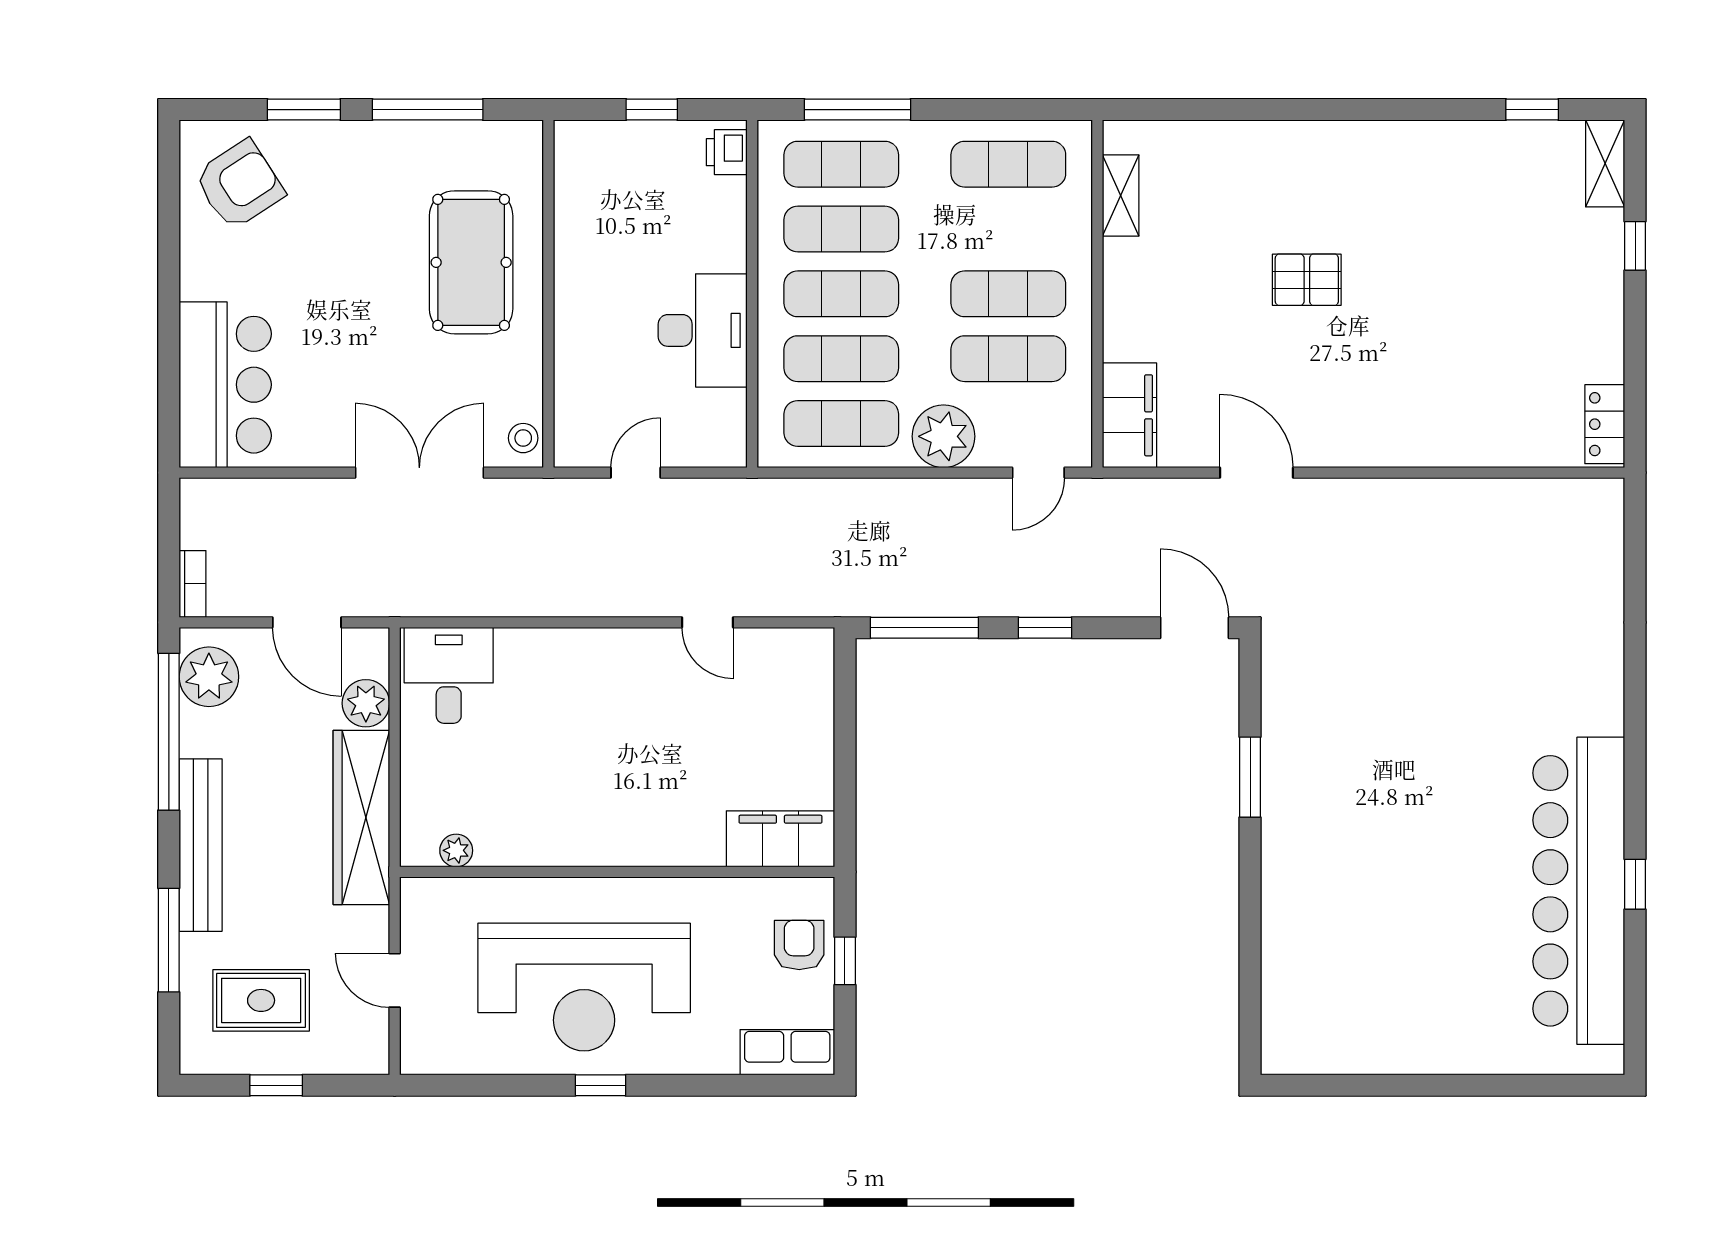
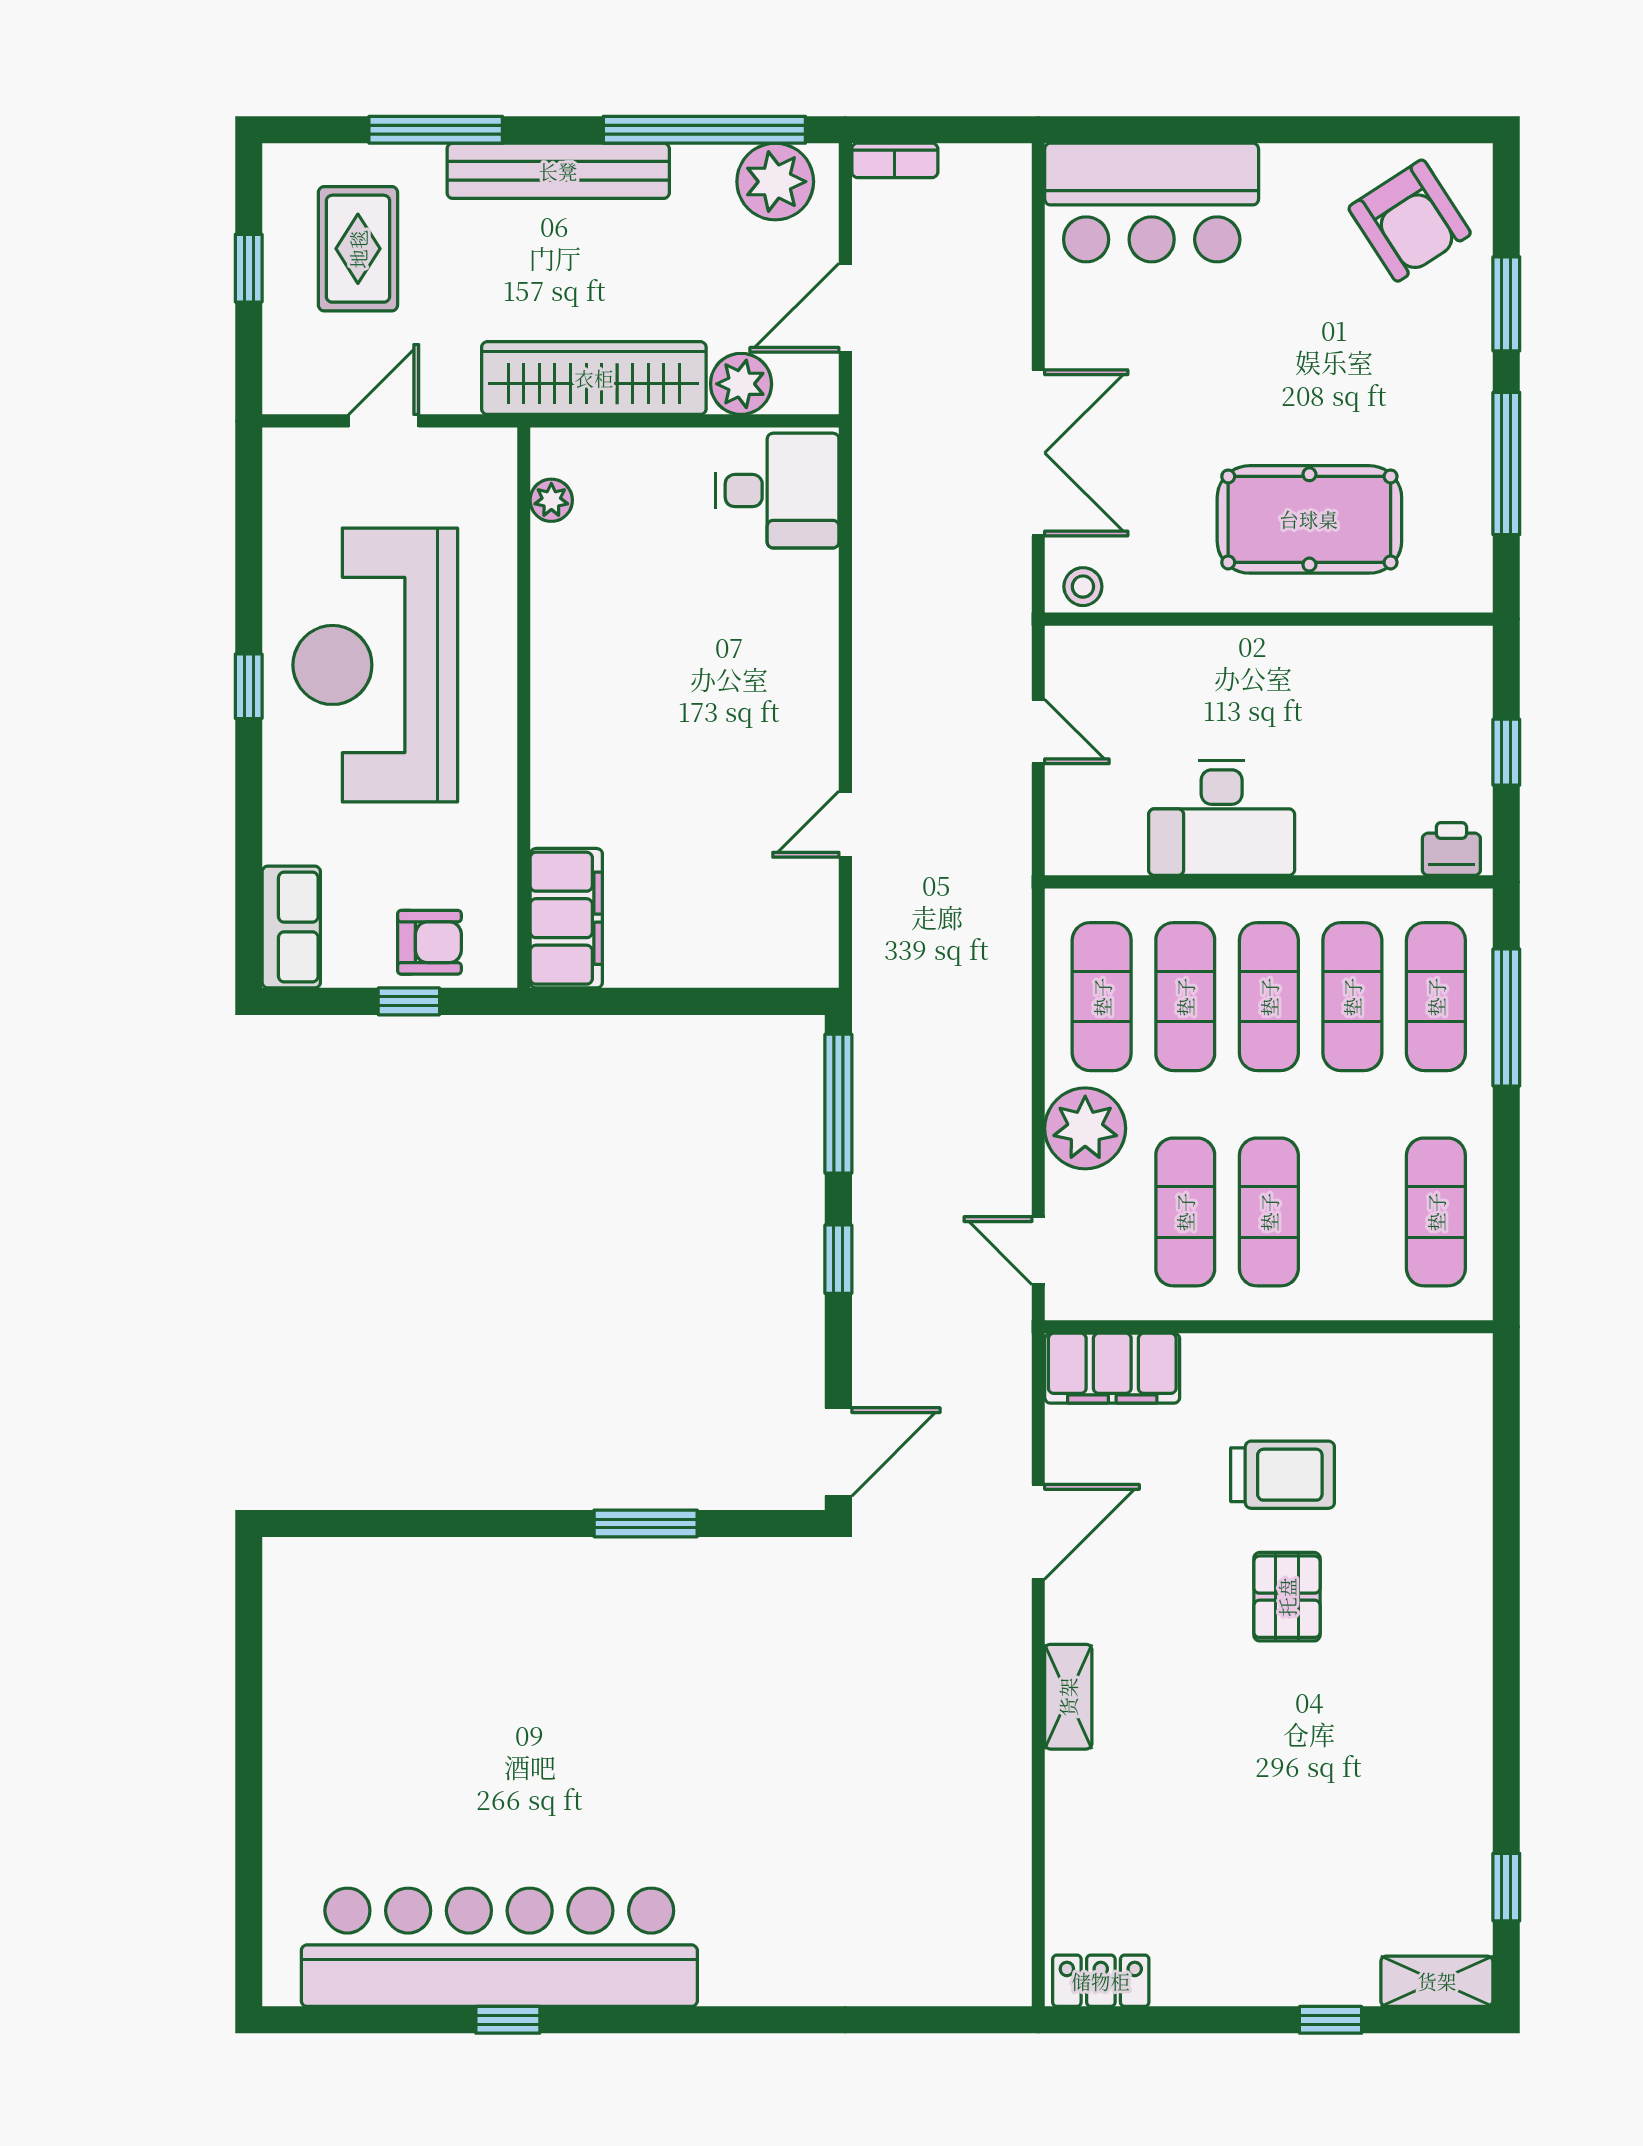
shelving: (1121, 195) -> (1068, 1697), moved, turned 90
trolley: (1212, 283) -> (1283, 1475), added

